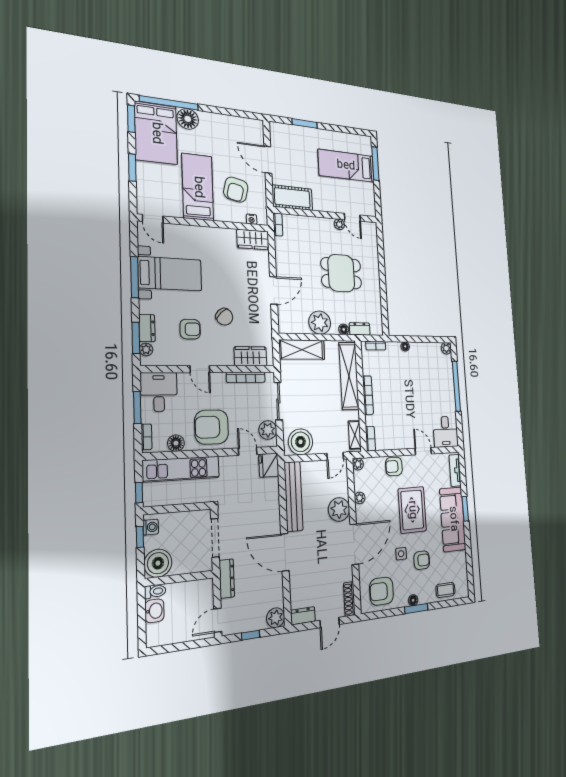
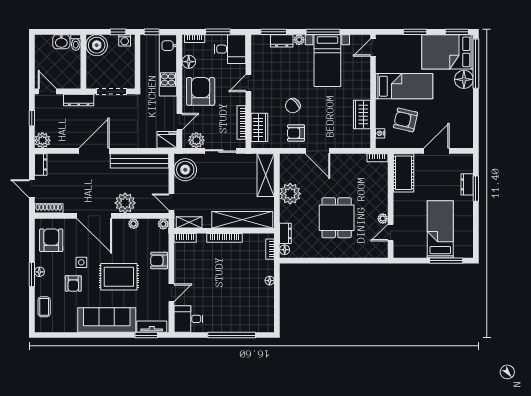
dresser: (301, 132) -> (467, 184), added
wardrobe: (253, 240) -> (362, 115), moved
armchair: (190, 329) -> (296, 133), moved, turned 90
floor lamp: (344, 329) -> (285, 250), moved
plant: (446, 348) -> (268, 327), removed
plant: (146, 349) -> (299, 40), moved
armchair: (394, 466) -> (159, 260), turned -90
window: (465, 509) -> (146, 335), moved

